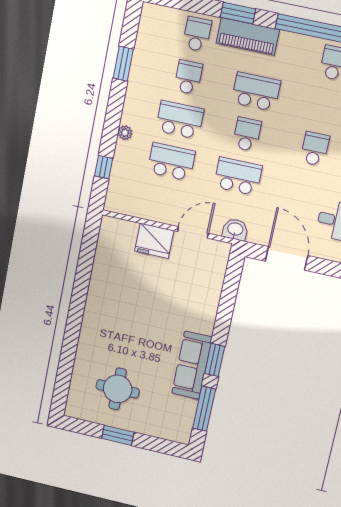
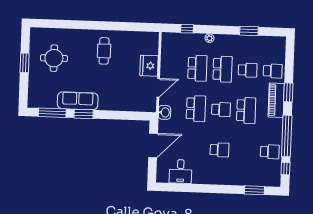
door: (193, 232) -> (158, 88), hinge flipped
cafe table: (119, 308) -> (104, 51), added

